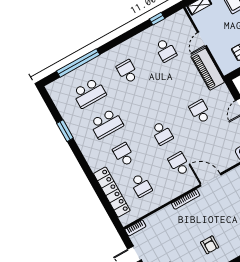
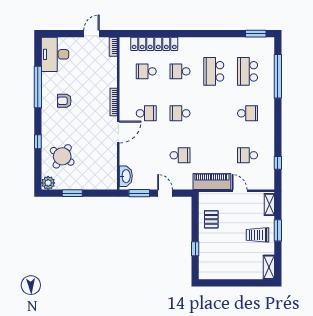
window: (65, 131) -> (256, 34), moved
school desk: (124, 155) -> (180, 71), turned 180

